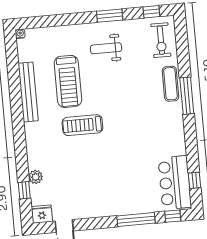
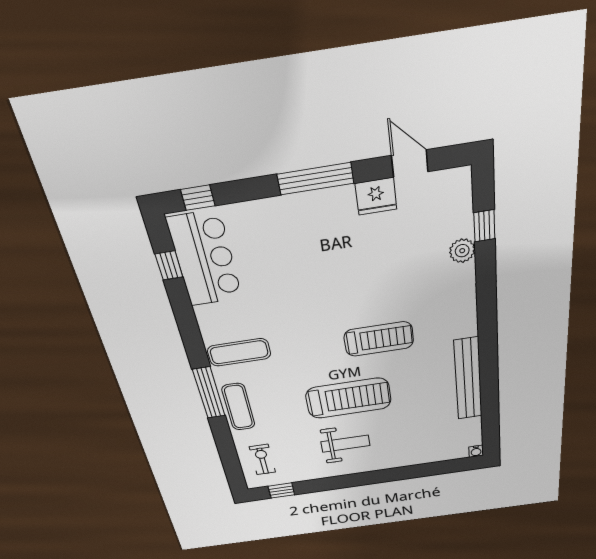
window: (110, 16) -> (343, 482), removed
exercise bike: (161, 40) -> (262, 459), width x0.73, depth x0.72
treadmill: (68, 81) -> (348, 398), moved, turned 90
exercise mat: (165, 123) -> (239, 352), added
fridge: (42, 214) -> (376, 196), moved
window: (136, 220) -> (316, 179), moved

